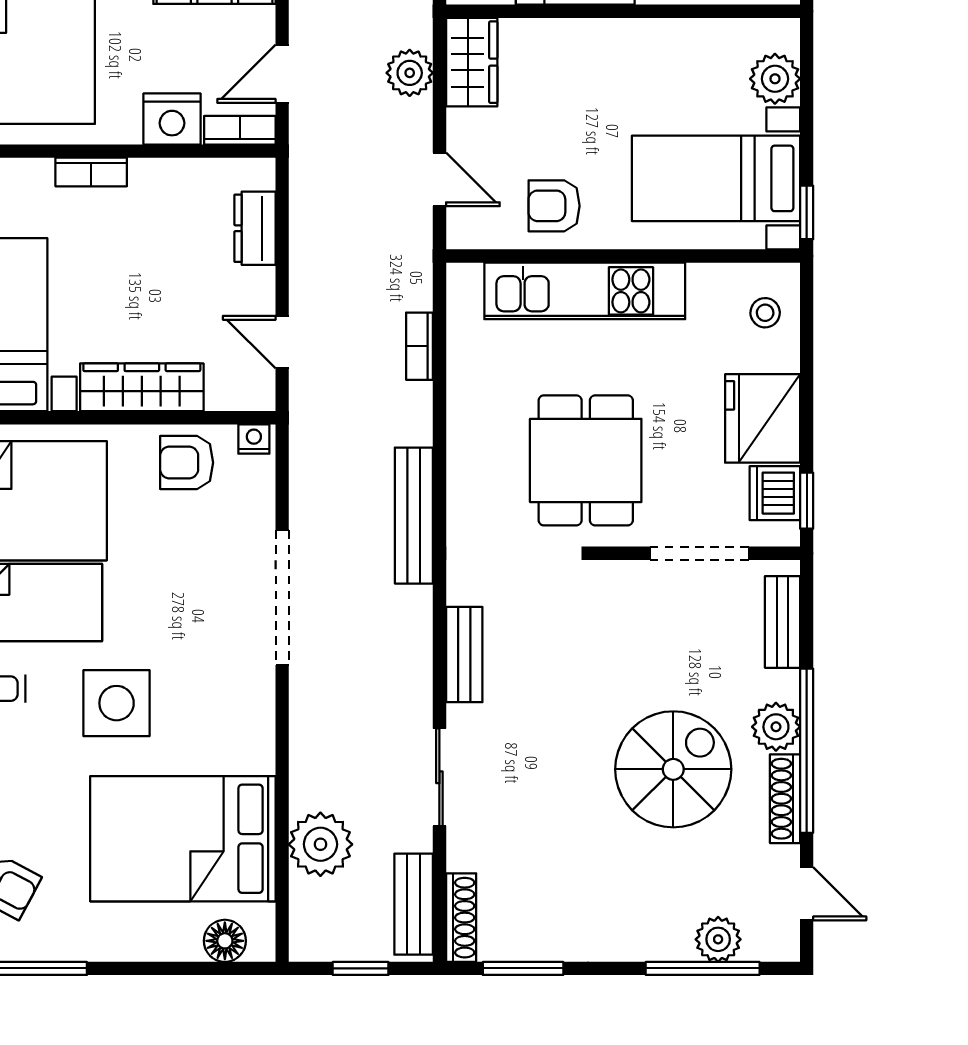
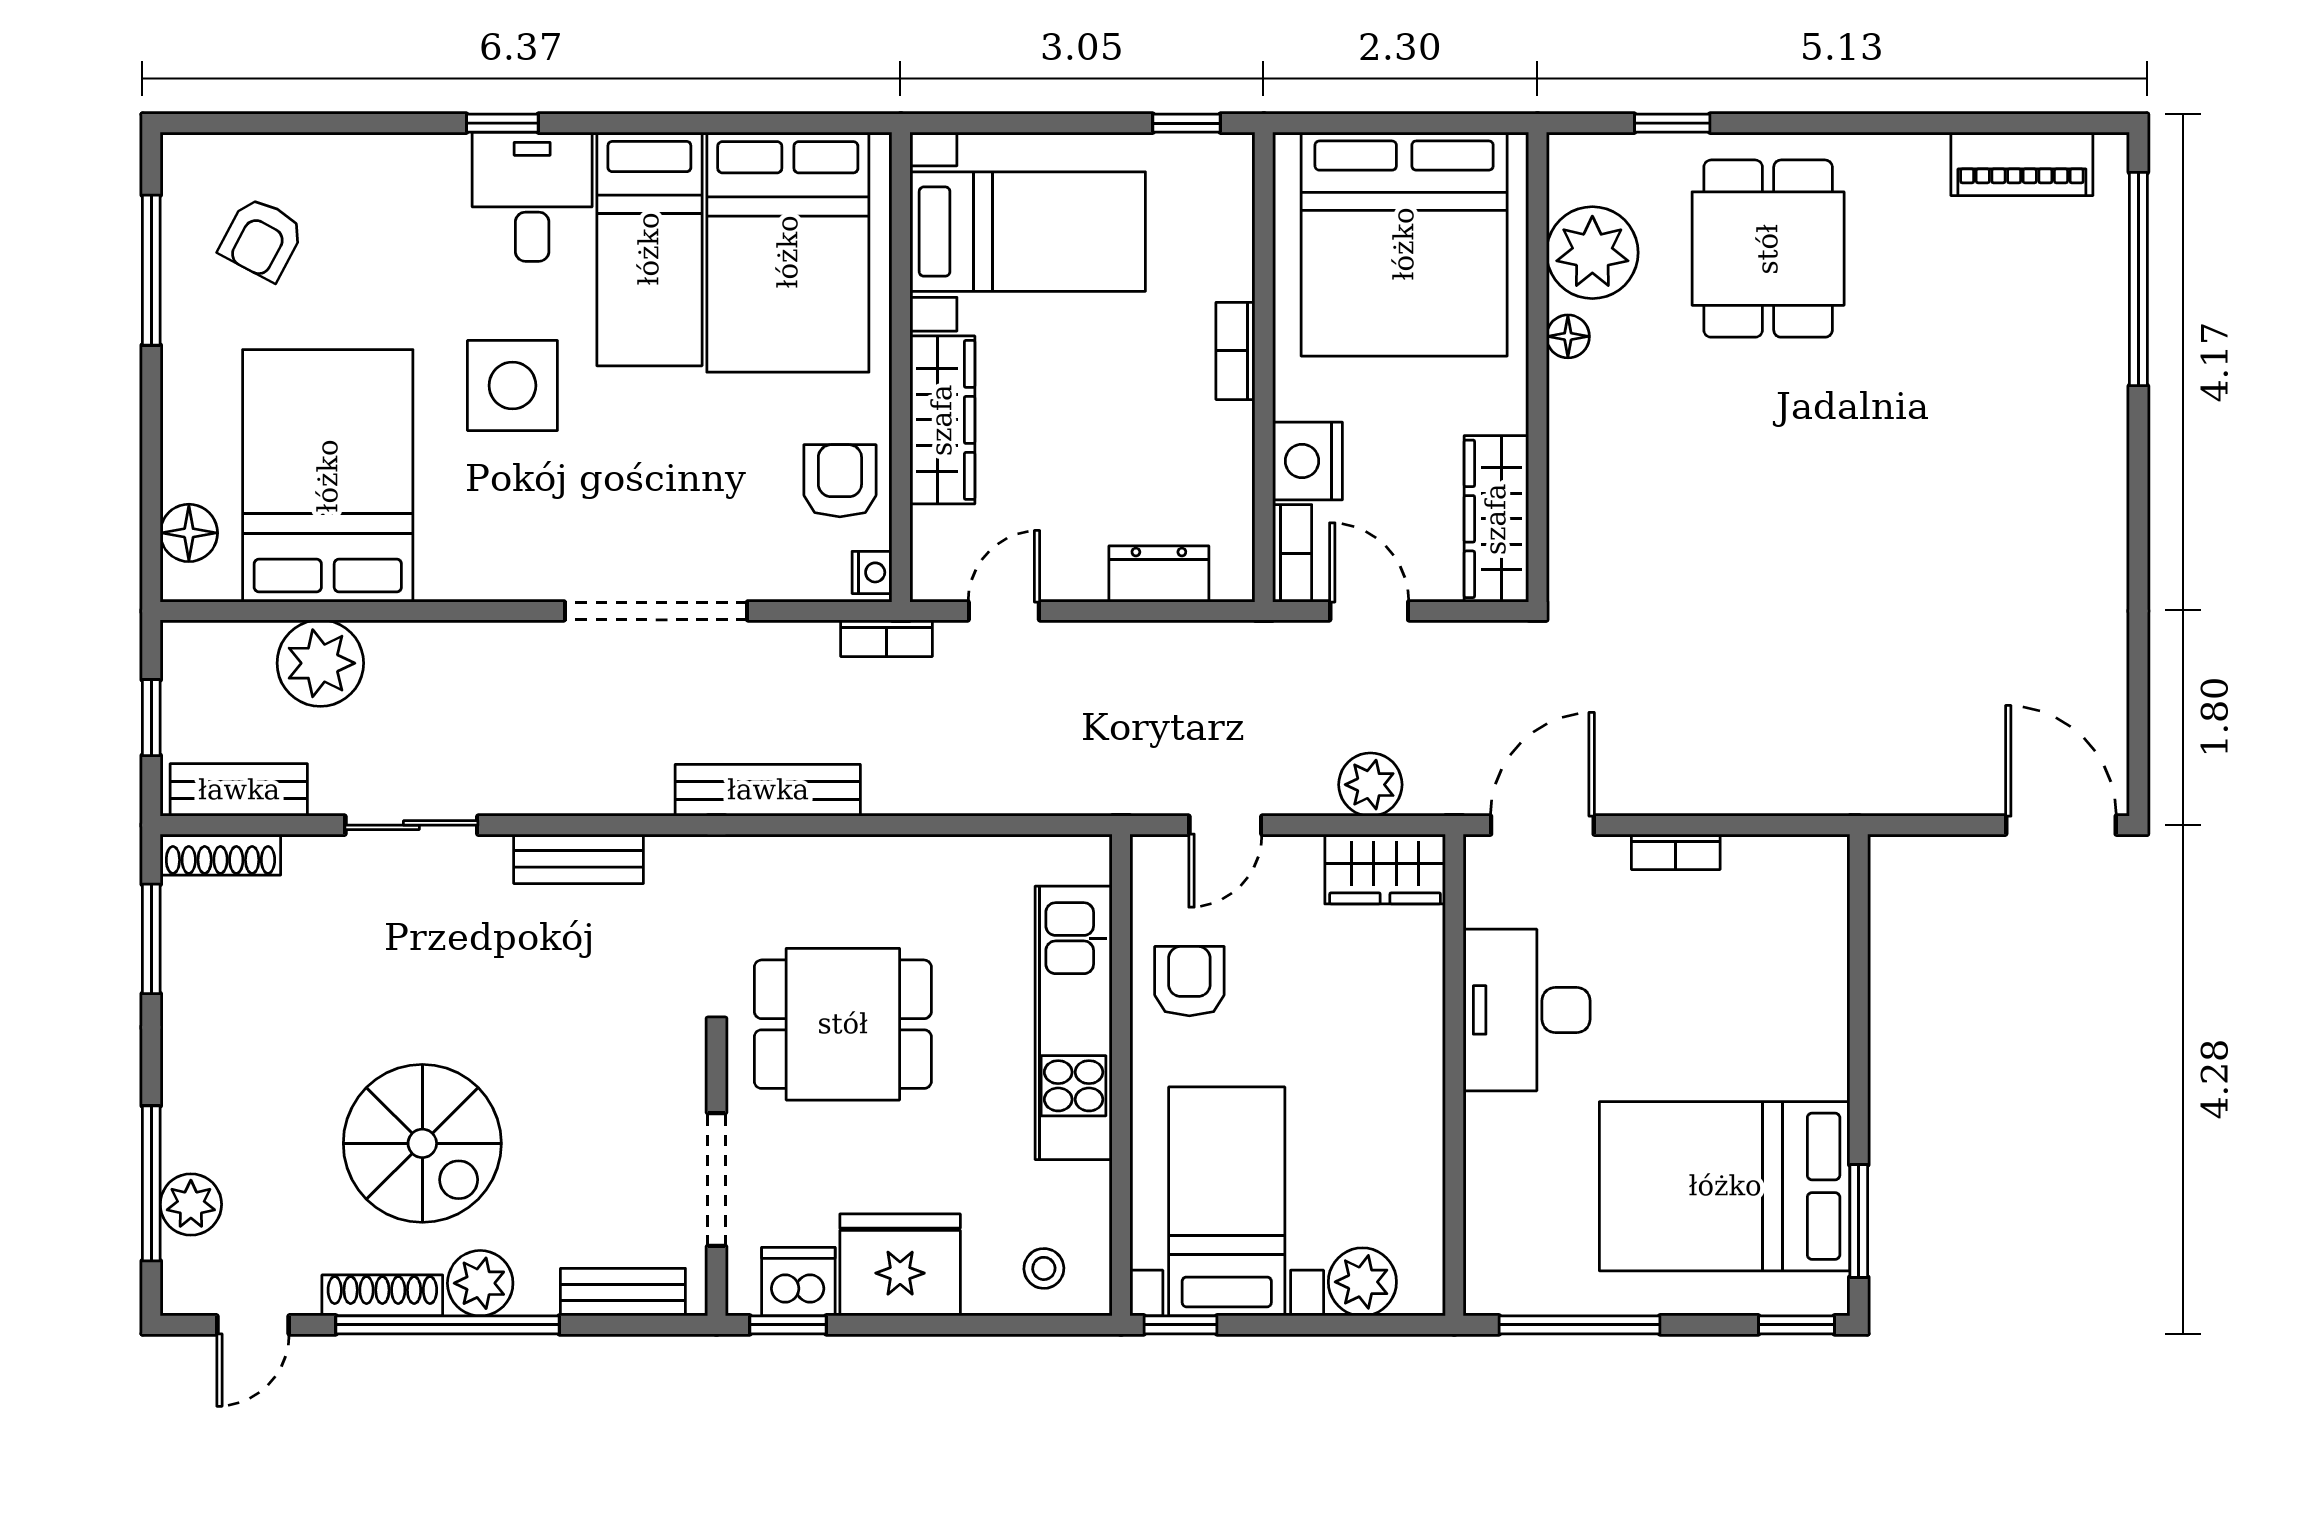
bookcase: (419, 346) -> (887, 638), moved, turned 180

